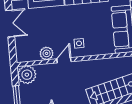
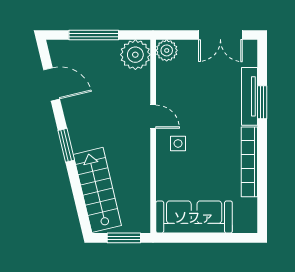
plant: (47, 53) -> (167, 50), moved

